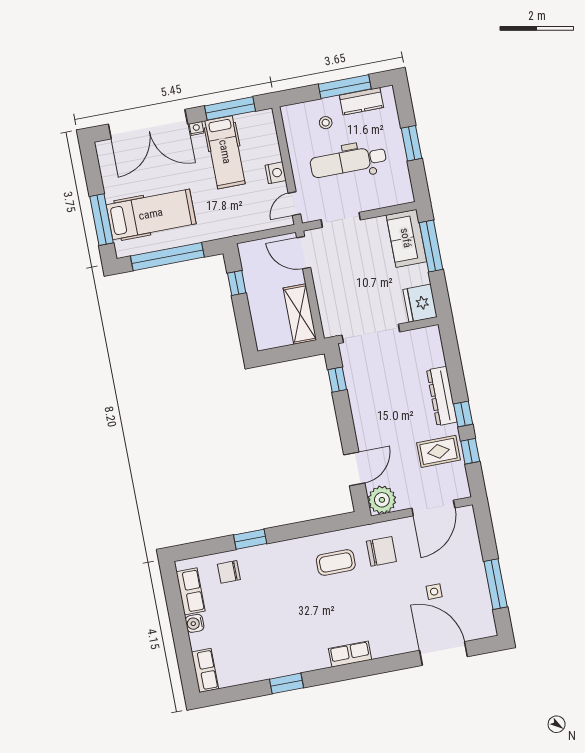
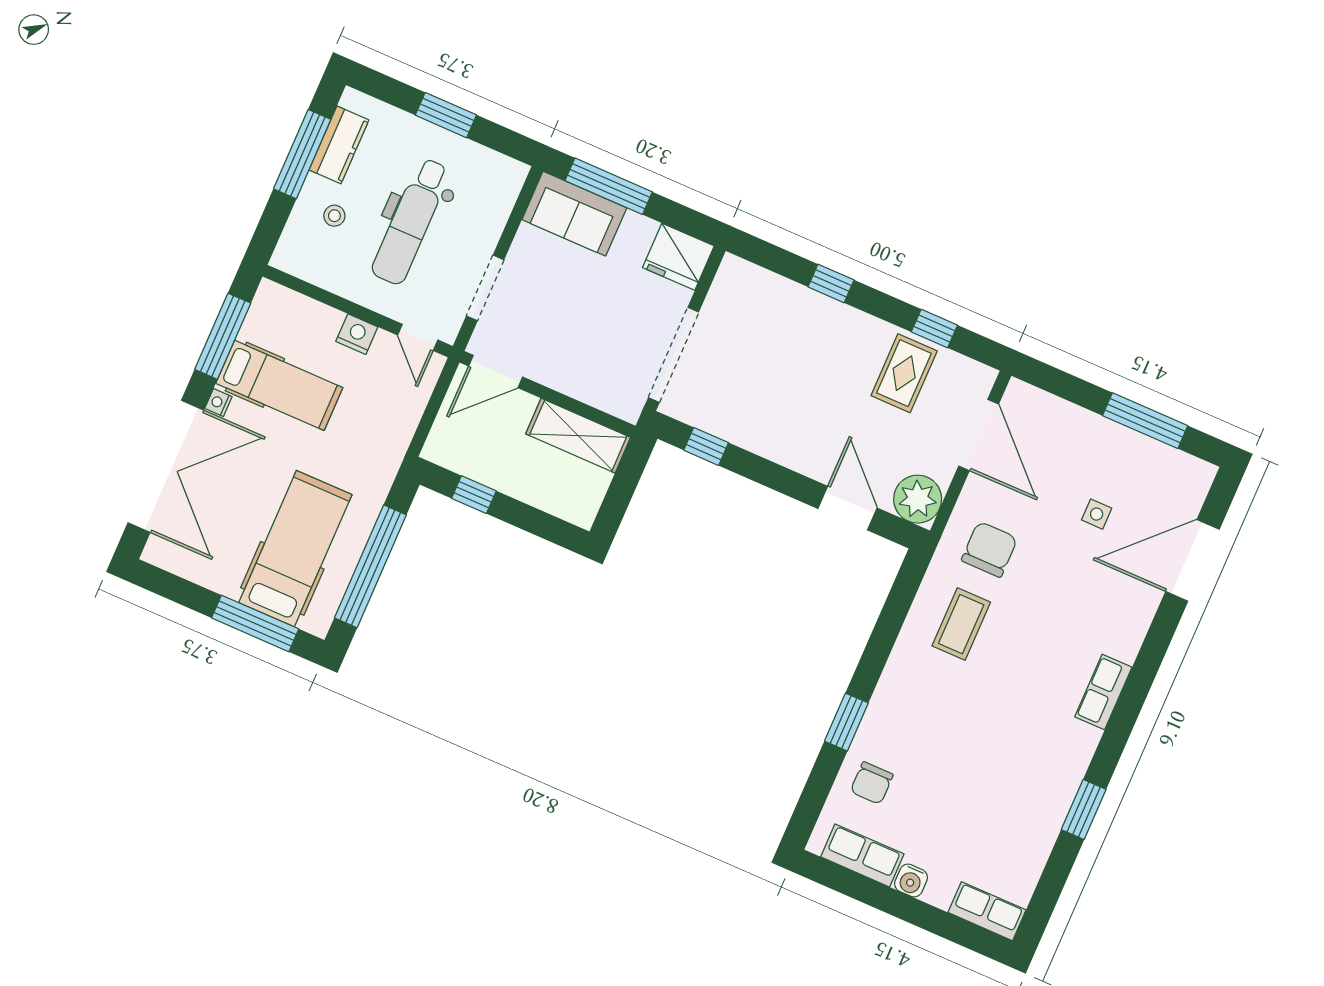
dresser: (442, 396) -> (830, 315), removed
window: (463, 414) -> (831, 283), moved

